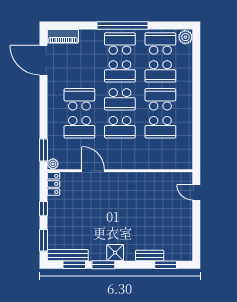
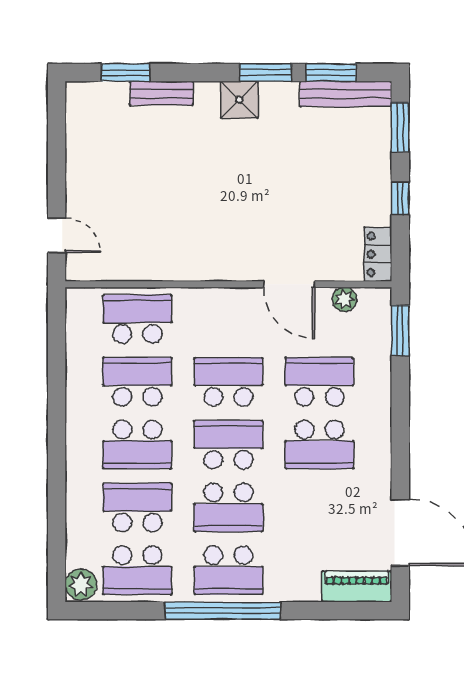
school desk: (120, 71) -> (228, 507), turned 180
school desk: (160, 155) -> (137, 319), added
plant: (53, 164) -> (345, 299), moved

